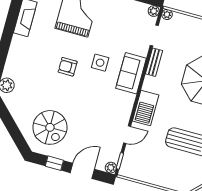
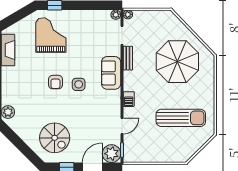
side table: (100, 63) -> (79, 84), moved
armchair: (68, 67) -> (56, 82), turned -90
barbecue: (146, 108) -> (129, 99), width x0.53, depth x0.65
plant: (111, 168) -> (112, 154), width x1.87, depth x1.87

